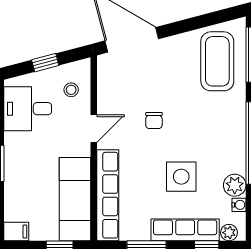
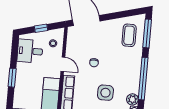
coffee table: (217, 61) -> (129, 35), width x0.73, depth x0.76
door: (94, 129) -> (63, 64), hinge flipped

